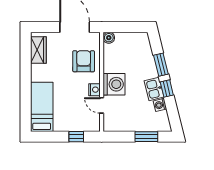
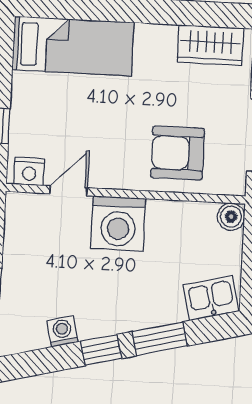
armchair: (84, 61) -> (178, 153), turned 180
kitchen sink: (154, 89) -> (211, 298), moved
nightstand: (94, 90) -> (29, 171), moved

